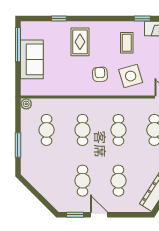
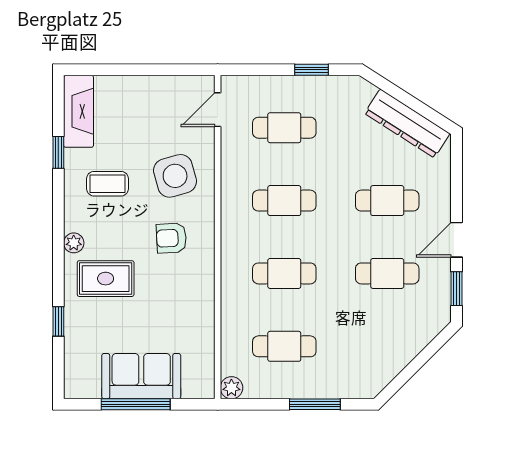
plant: (98, 26) -> (74, 243), added
window: (18, 45) -> (136, 404), moved

